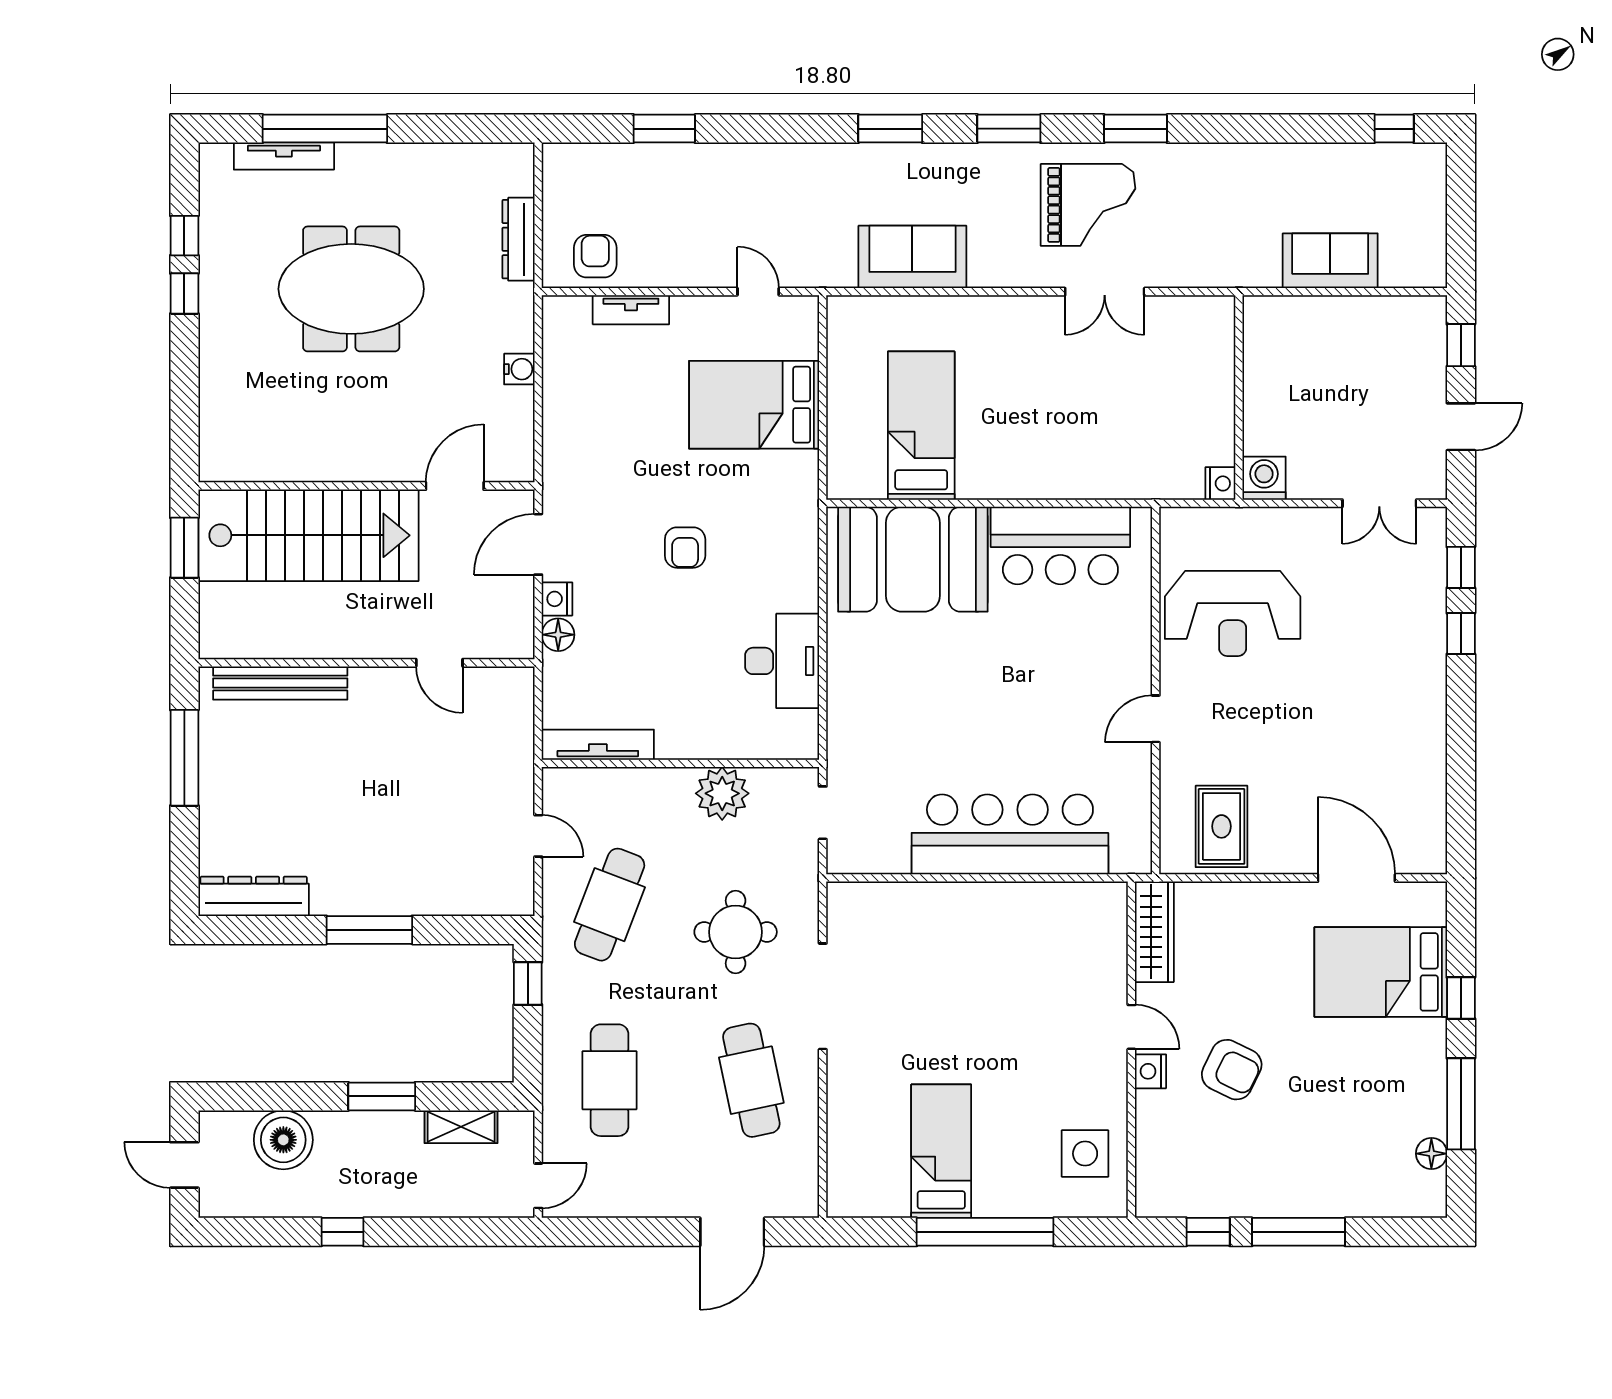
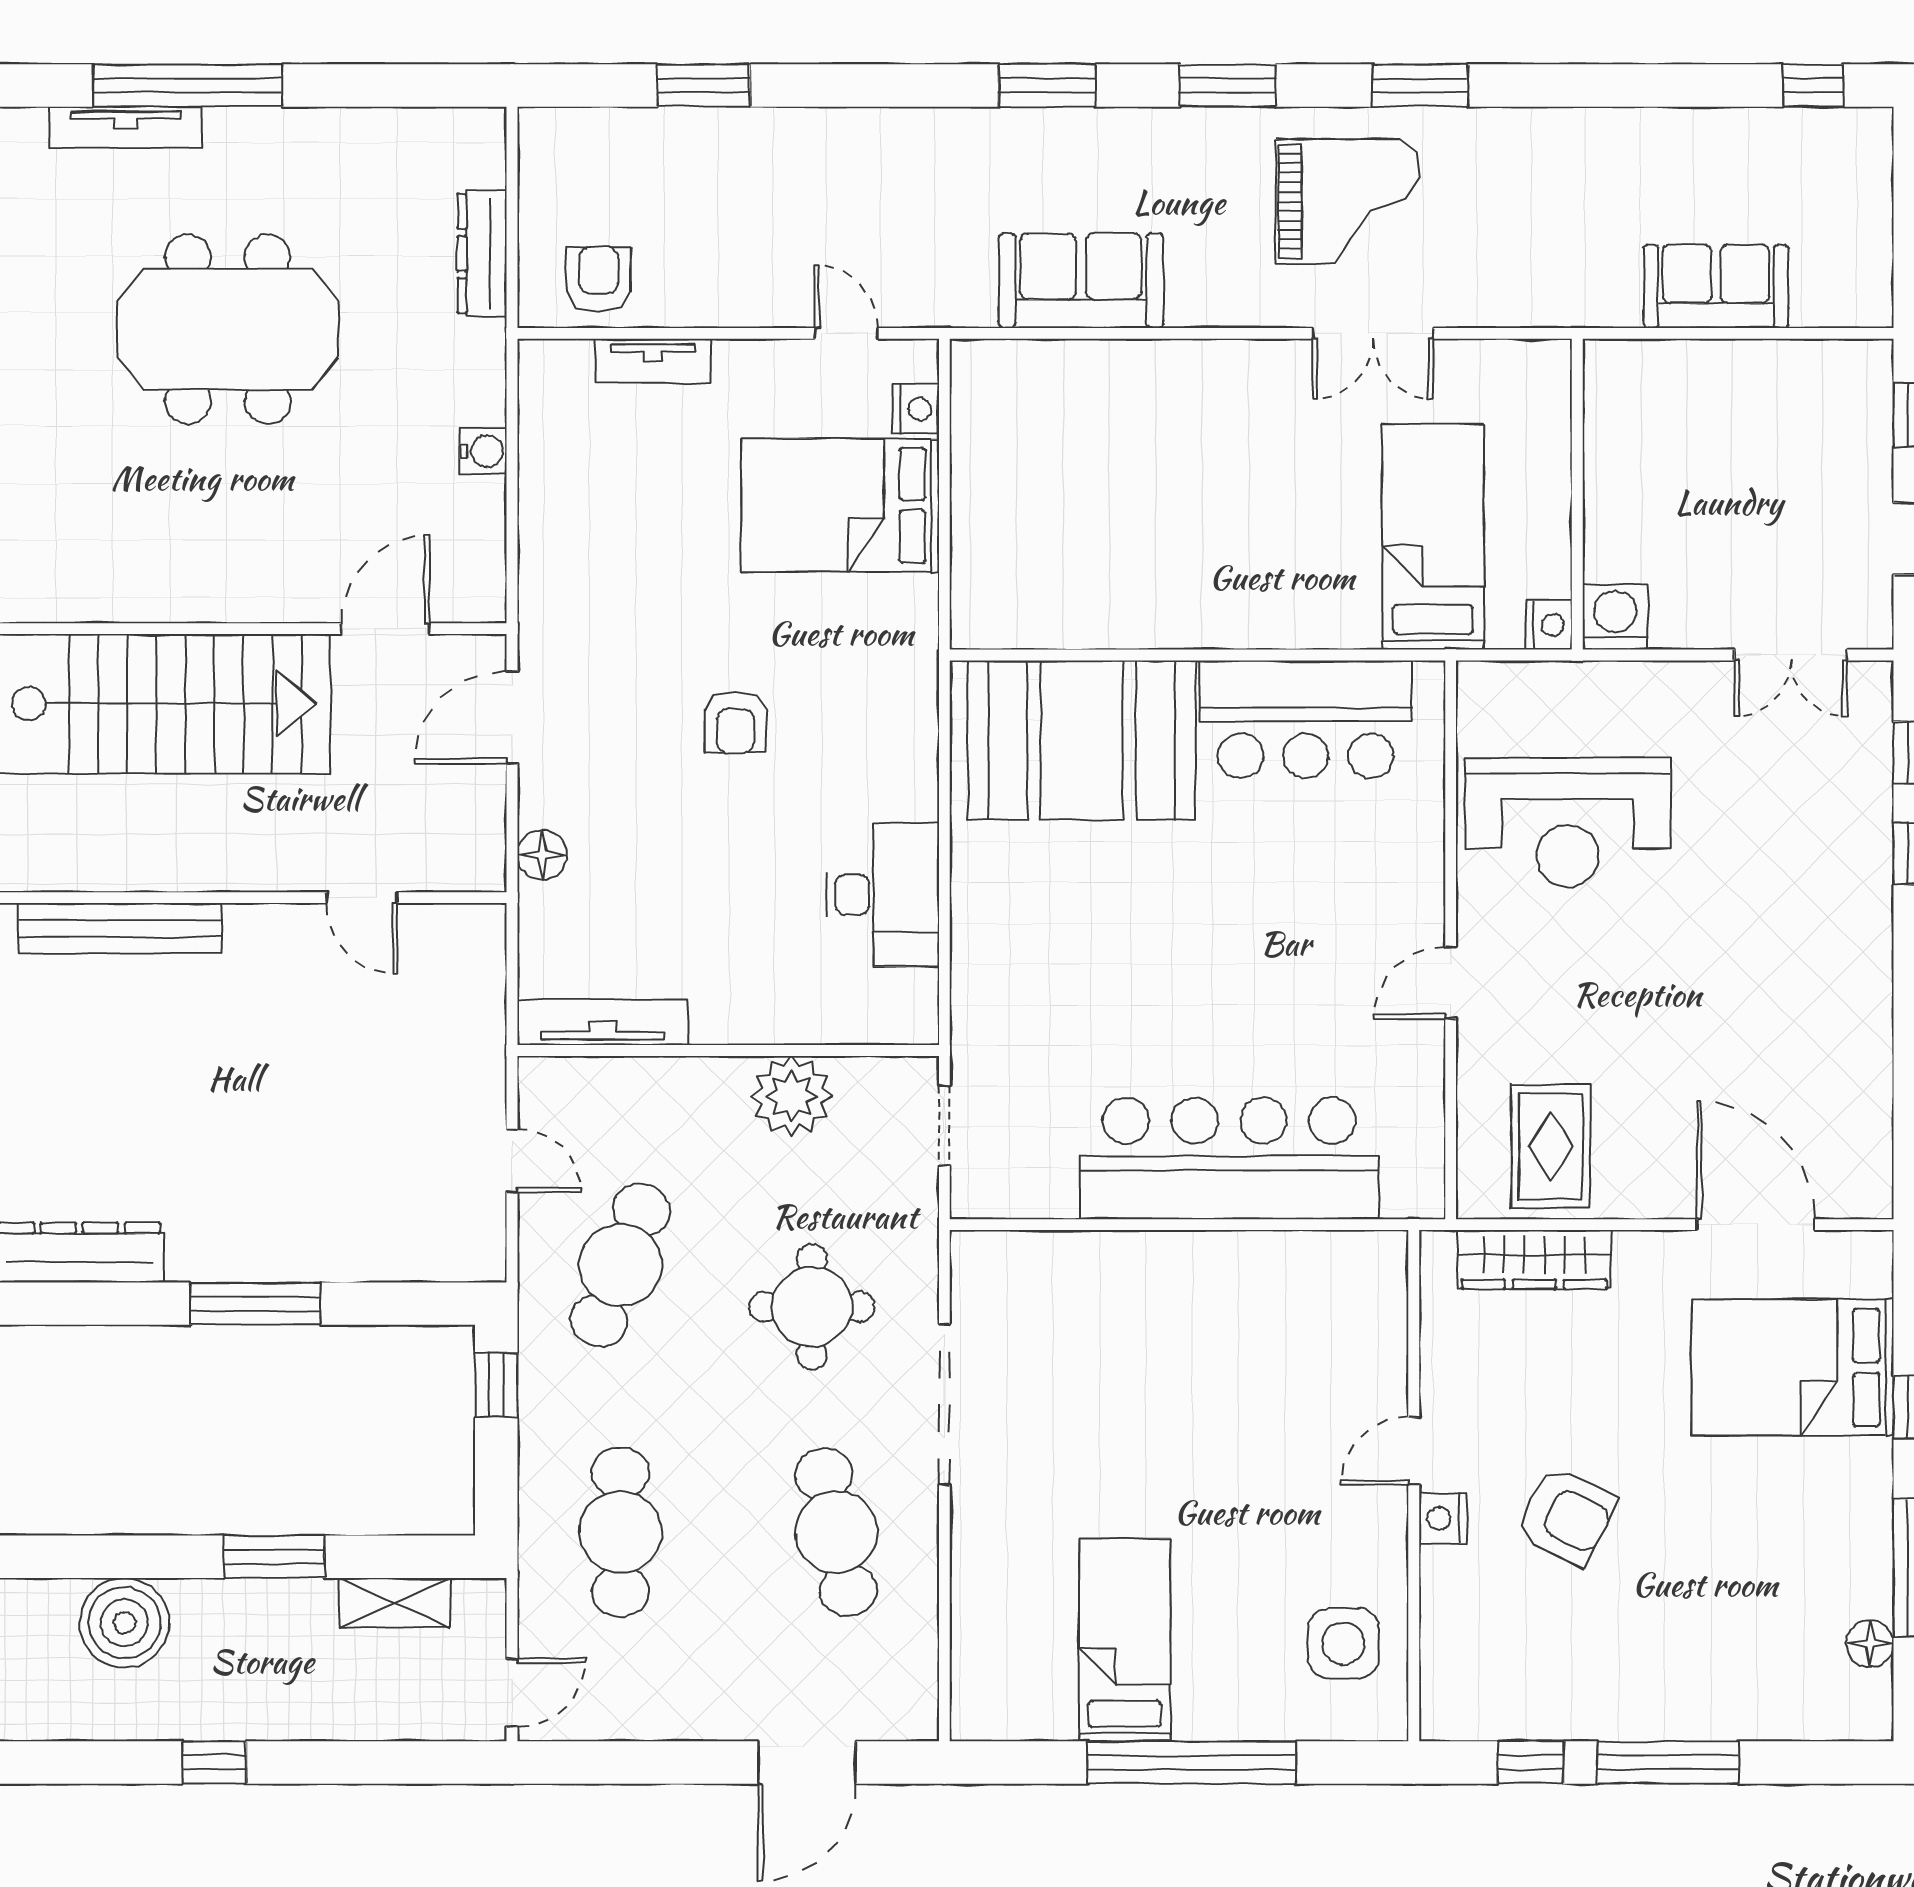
bed: (921, 426) -> (1433, 537), moved
nightstand: (557, 599) -> (916, 409), moved, turned 180
wardrobe: (1154, 932) -> (1534, 1259), moved, turned 90
door: (1131, 1027) -> (1414, 1451), swing flipped

